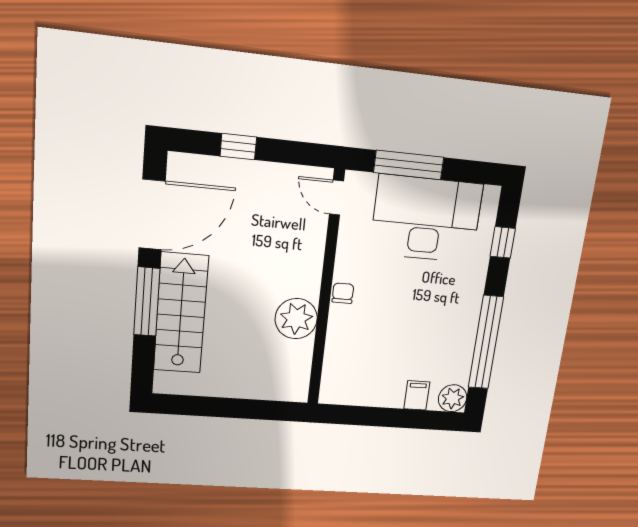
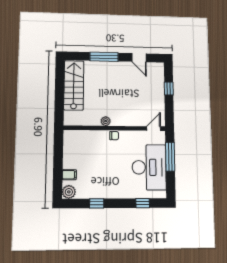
door: (152, 215) -> (139, 58), width x0.53
stairs: (181, 313) -> (74, 85), moved, turned -90
plant: (296, 319) -> (106, 121), width x0.53, depth x0.53
window: (486, 342) -> (97, 203), width x0.32

